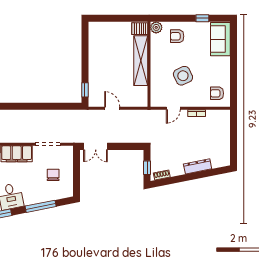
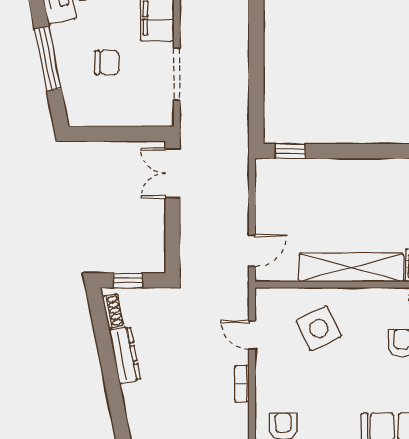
side table: (183, 76) -> (319, 329), moved
door: (112, 108) -> (252, 251), moved
dresser: (198, 166) -> (125, 355), moved
chair: (53, 175) -> (107, 62), moved

